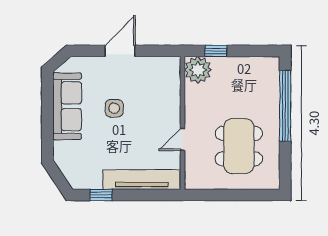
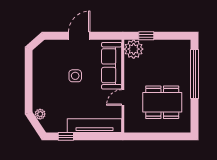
sofa: (67, 106) -> (112, 66), moved, turned 180
dining table: (239, 146) -> (162, 102), turned 90
plant: (64, 163) -> (40, 114), added

